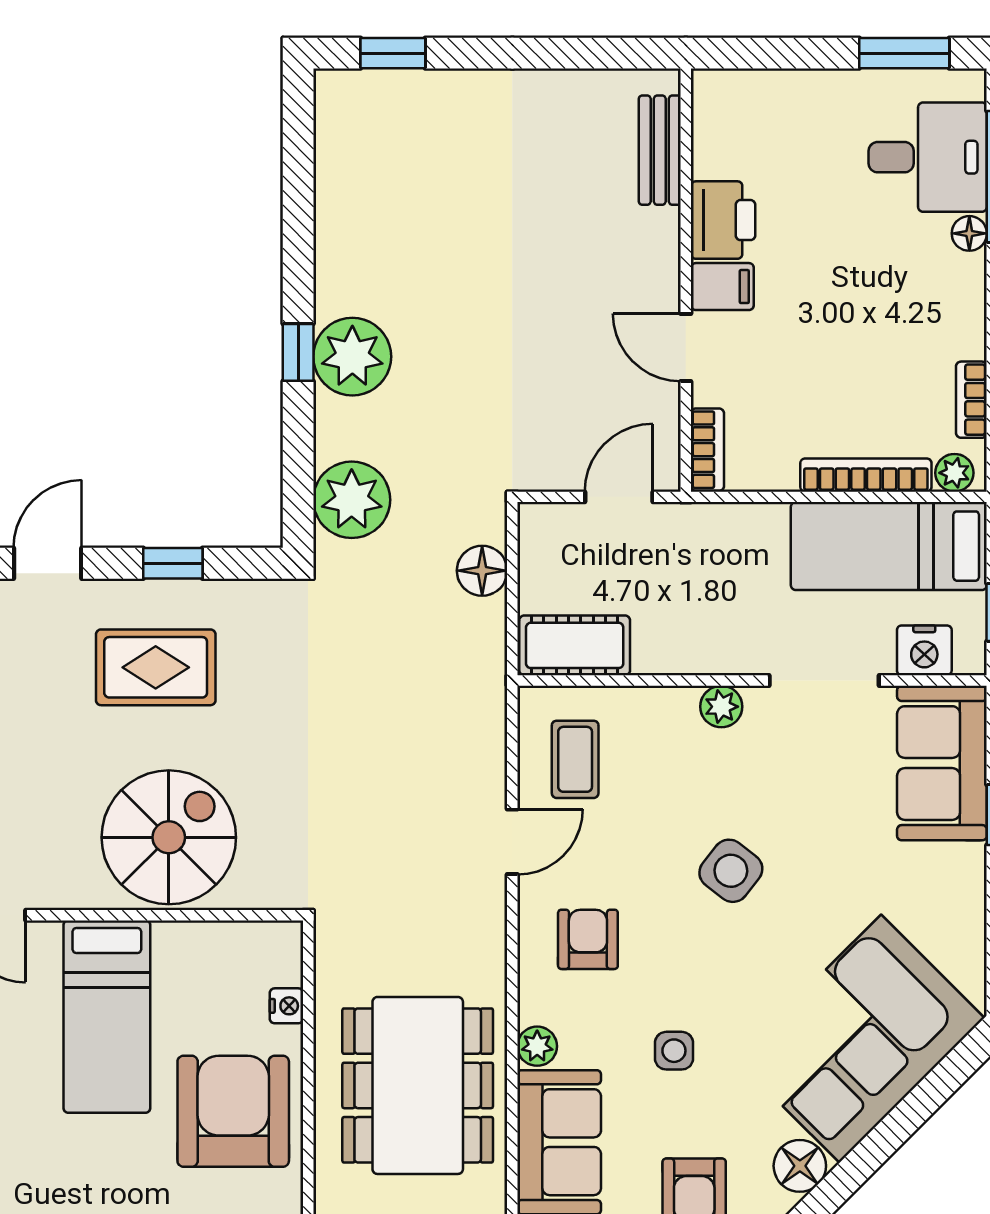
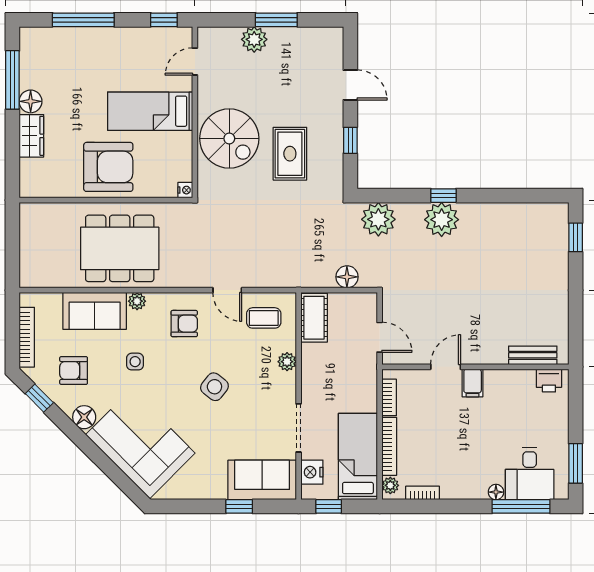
printer: (723, 220) -> (549, 381), moved, width x0.73, depth x0.81
bookcase: (707, 450) -> (389, 397), moved, turned -90
rug: (156, 667) -> (290, 154), moved
plant: (721, 707) -> (287, 362), moved
nightstand: (287, 1006) -> (185, 190), moved, turned -90

